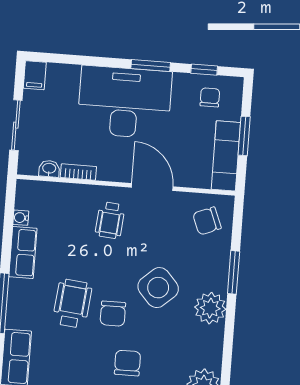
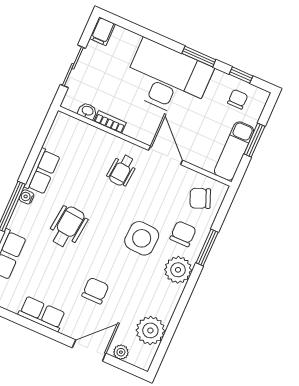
water cooler: (21, 218) -> (27, 197), moved
side table: (158, 288) -> (142, 238), turned 45
chair: (113, 314) -> (183, 234), moved, turned 180

